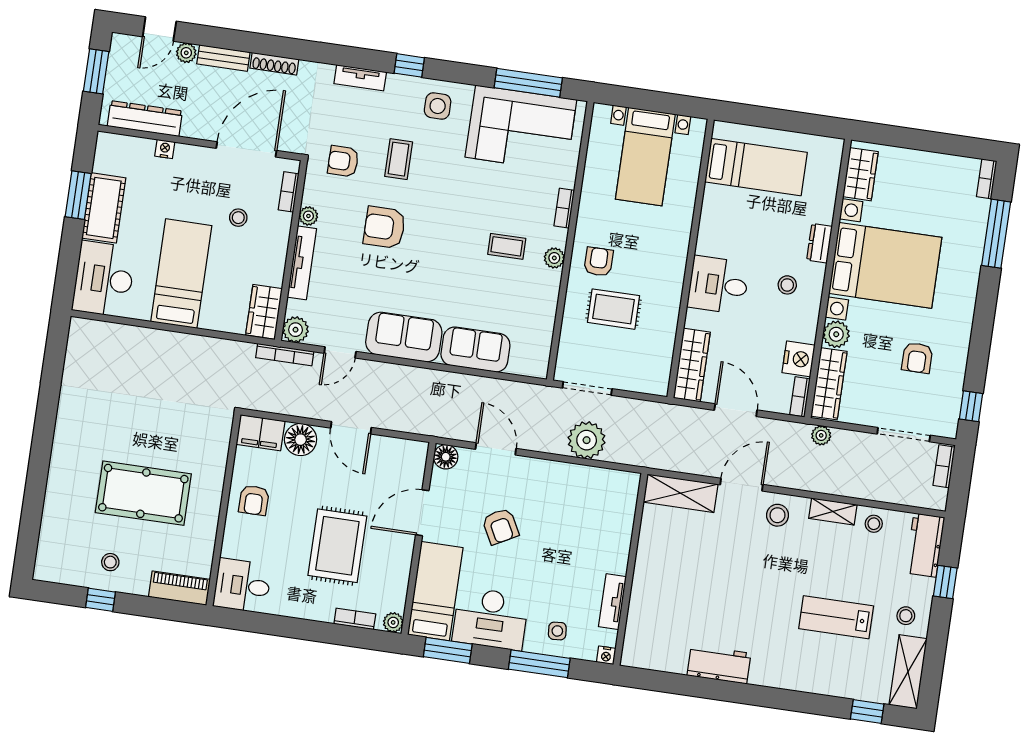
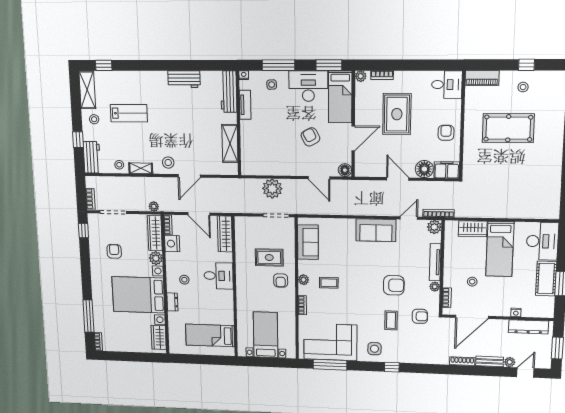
tv unit: (360, 78) -> (416, 359), removed
wardrobe: (264, 312) -> (473, 229), moved, turned 90
sofa: (475, 350) -> (308, 242), moved, turned -90
shelving: (681, 493) -> (230, 143), moved, turned 90
workbench: (639, 630) -> (229, 92), added

